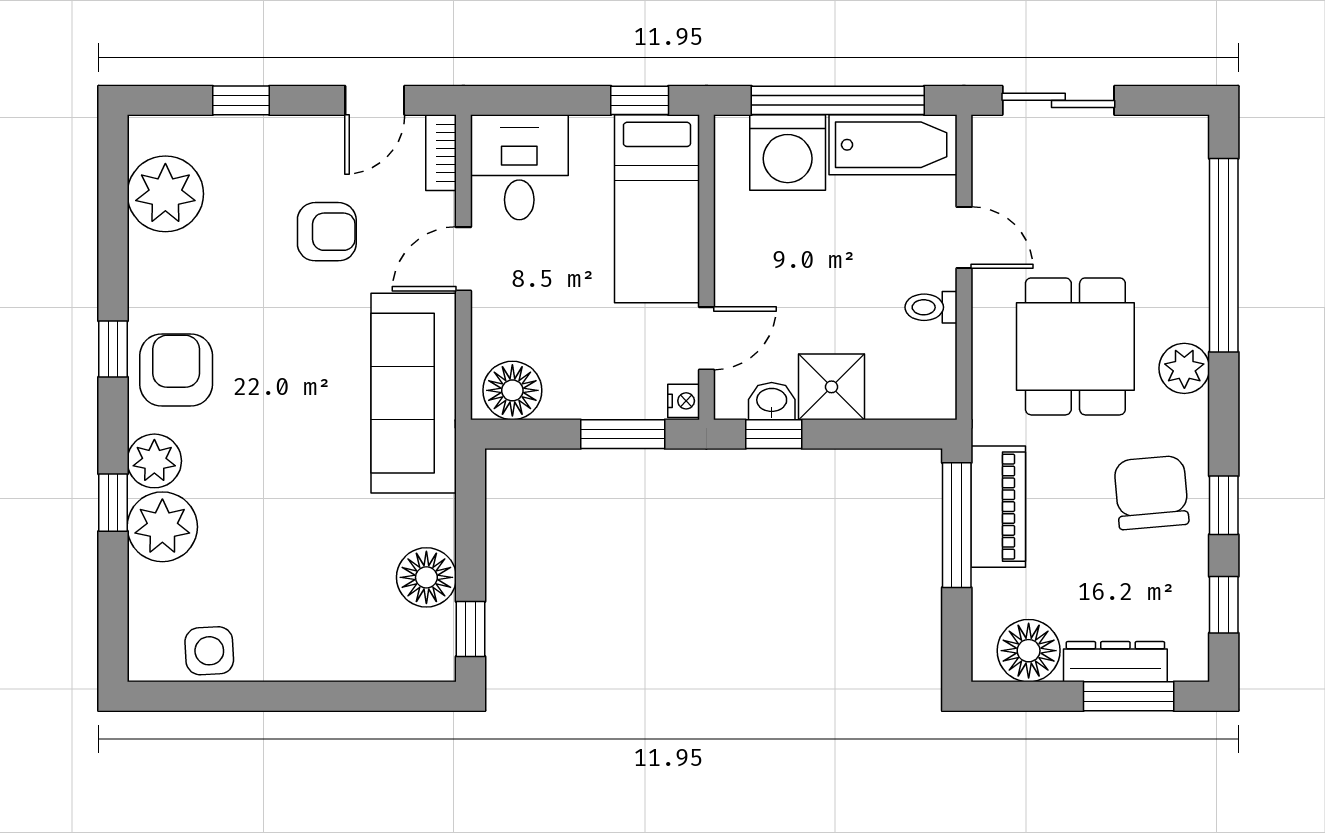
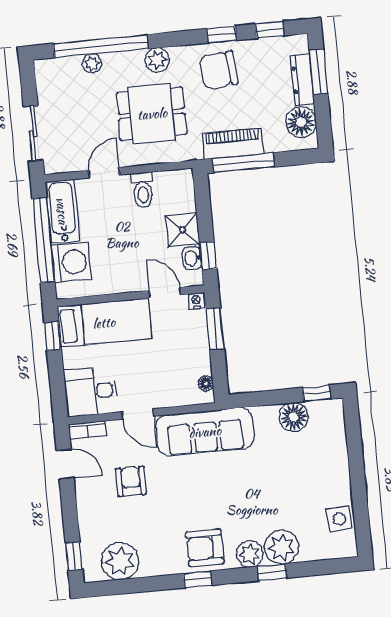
window: (241, 100) -> (74, 556), moved
plant: (1190, 234) -> (92, 63), added
toilet: (931, 307) -> (143, 190), width x1.37, depth x1.39
floor lamp: (512, 390) -> (206, 384), width x0.53, depth x0.53

